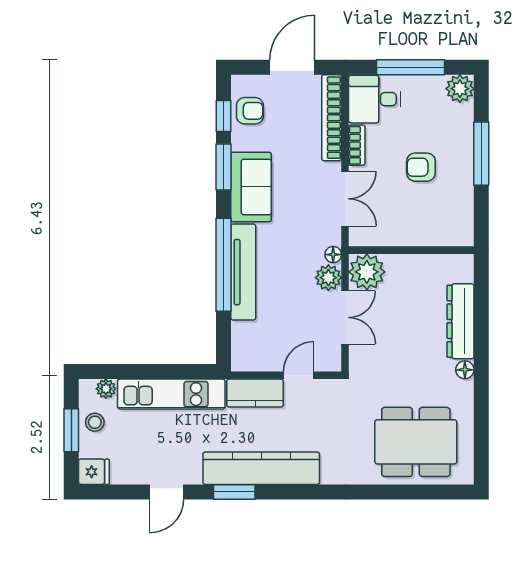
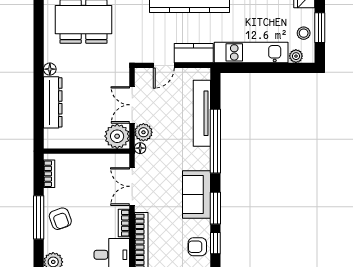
armchair: (421, 167) -> (60, 219), moved, turned 70
bookcase: (466, 217) -> (49, 174), added
tv unit: (243, 272) -> (202, 113), moved

